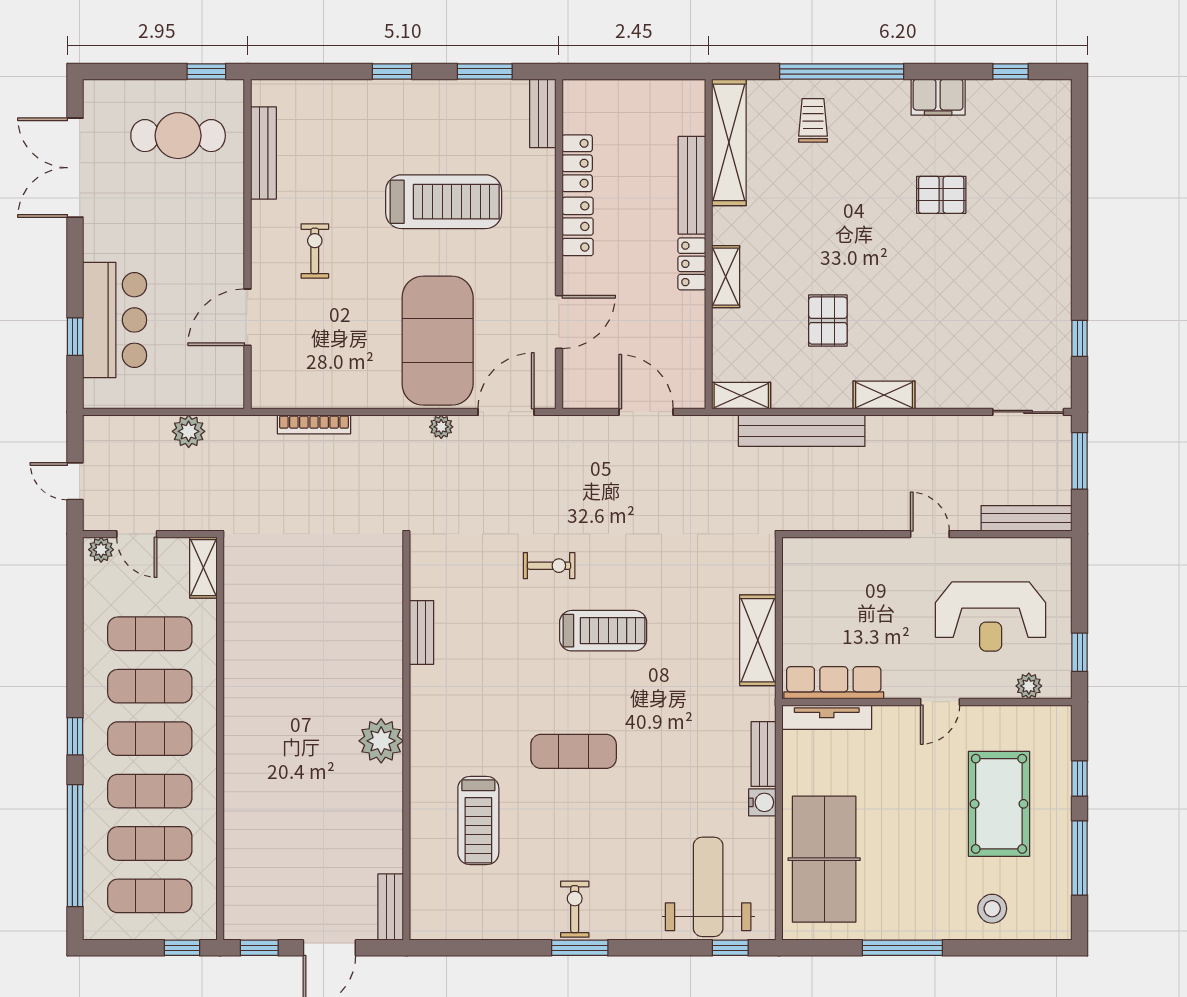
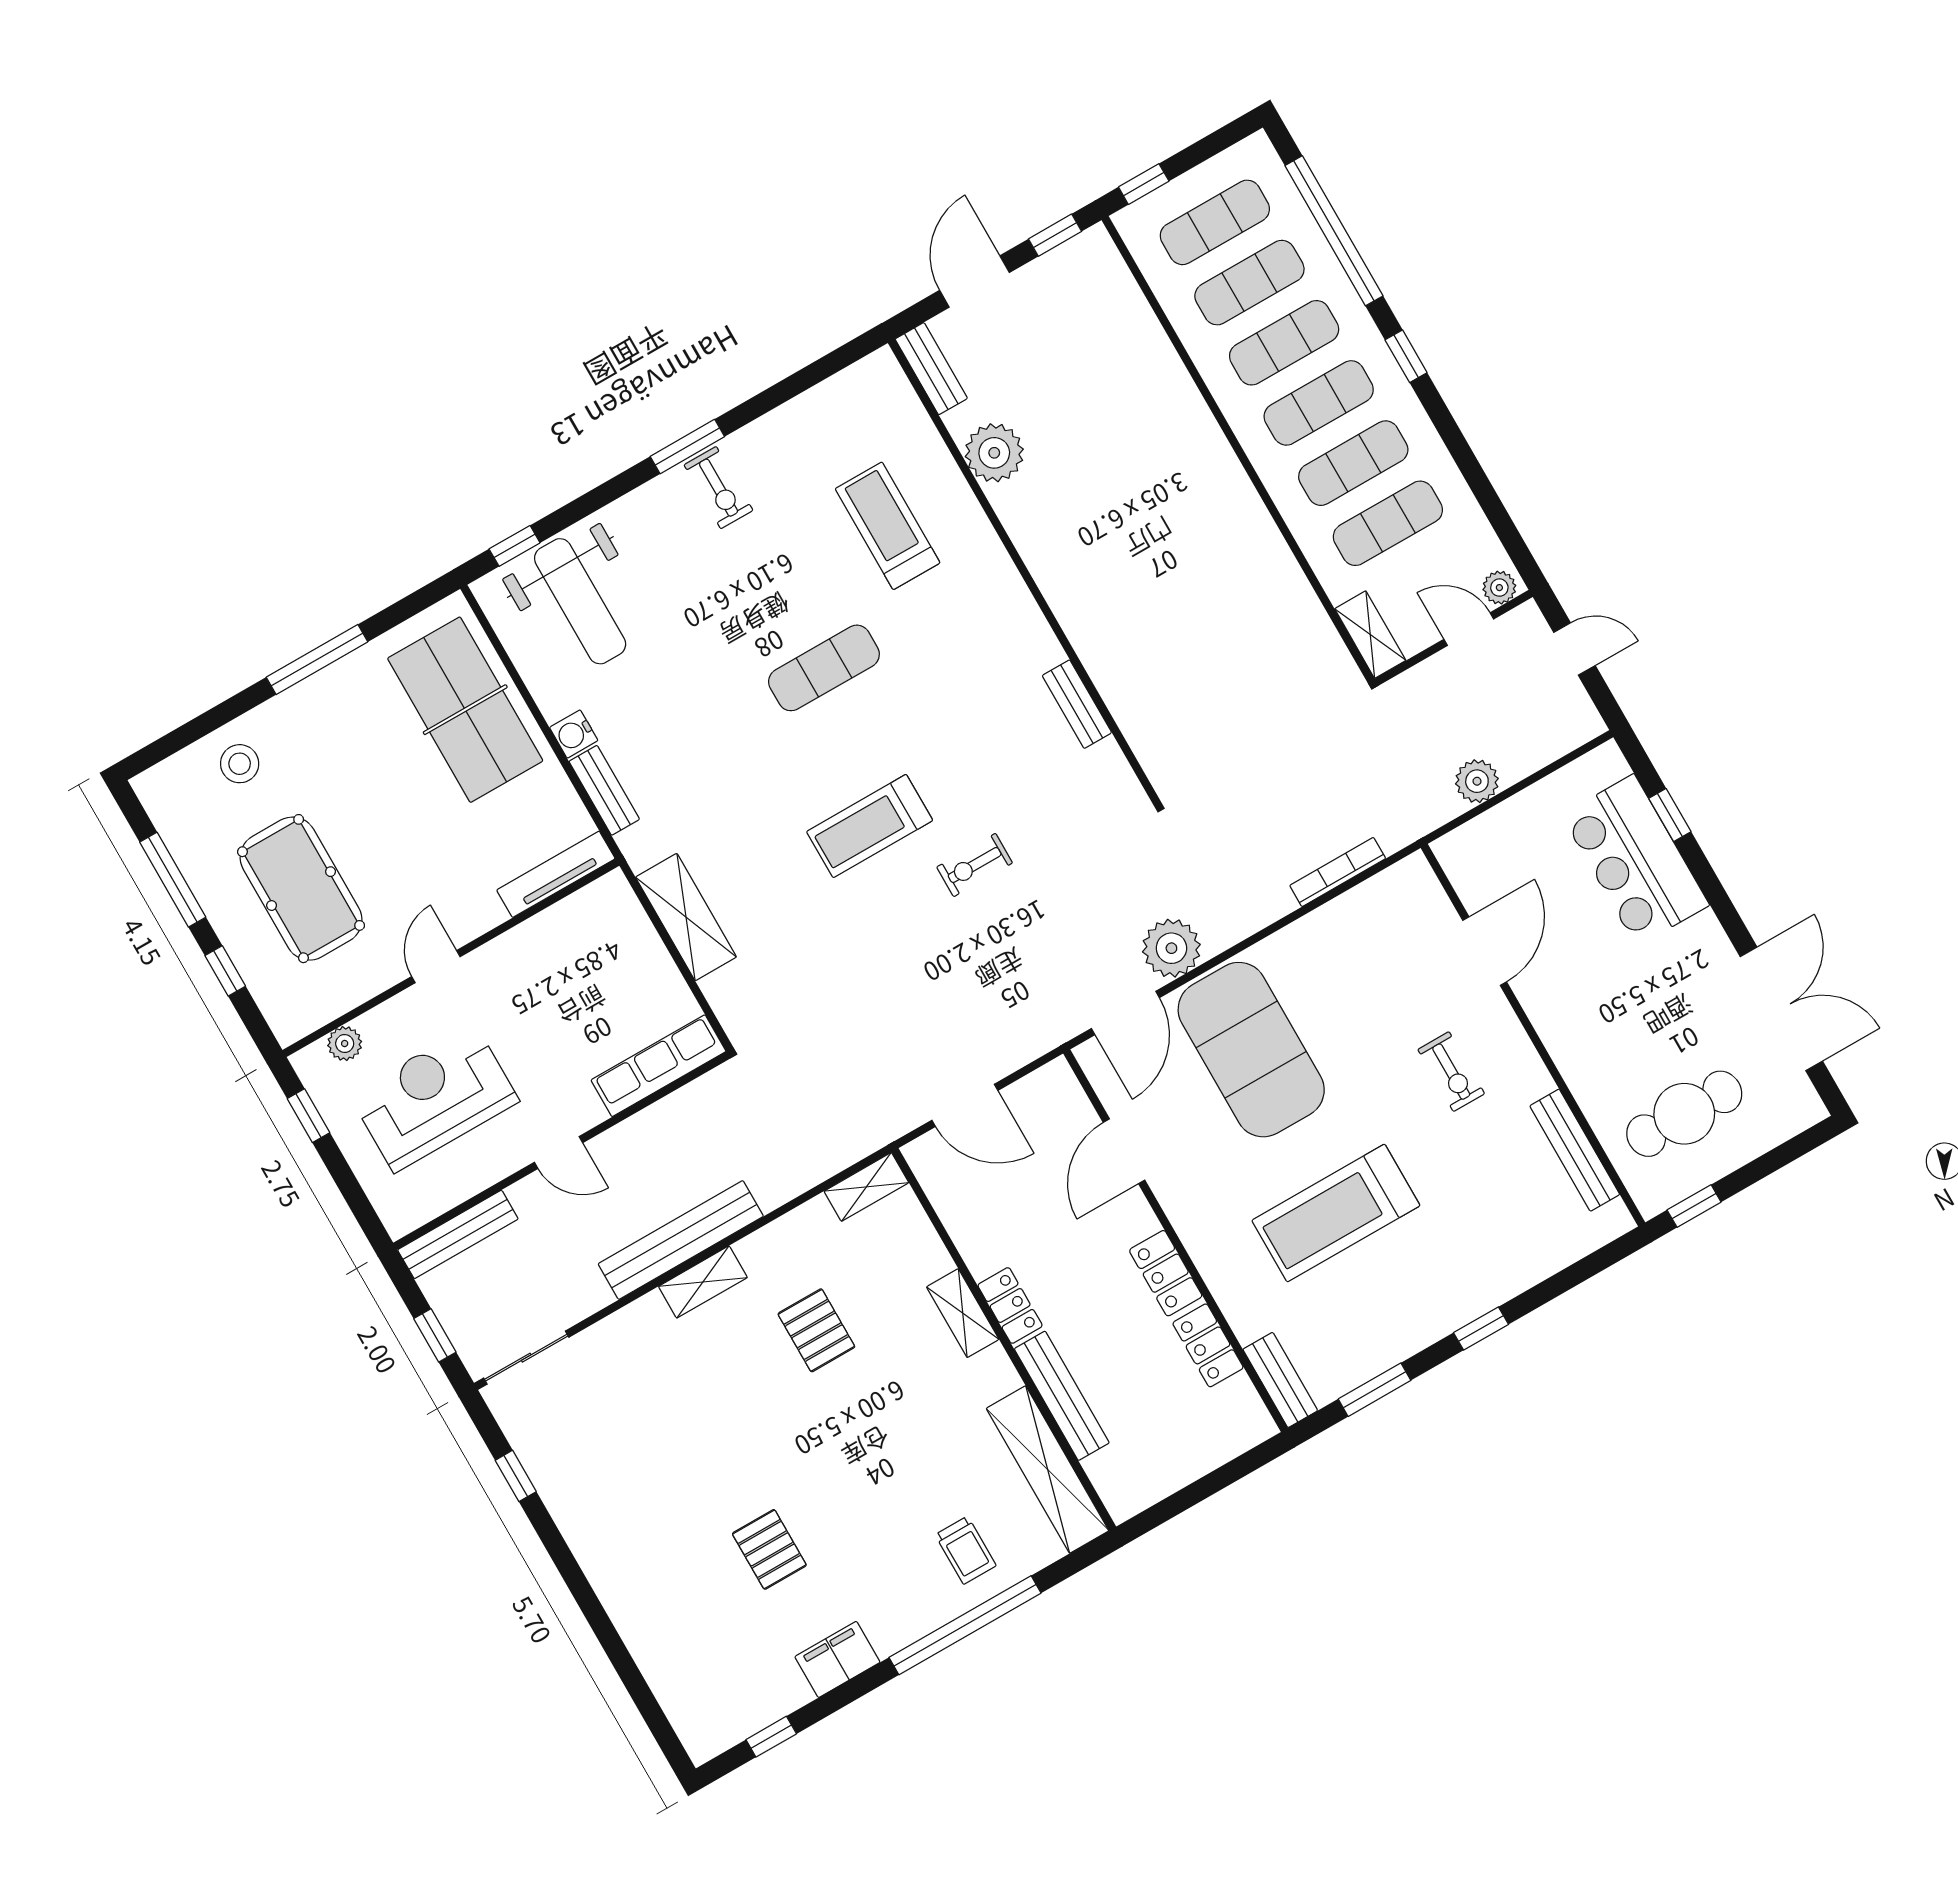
pallet: (941, 195) -> (769, 1549), turned 90
plant: (441, 427) -> (1171, 948), width x1.88, depth x1.88
bench: (802, 431) -> (681, 1240), moved
window: (1080, 461) -> (435, 1335), width x0.67
row of seats: (834, 683) -> (658, 1066), moved, turned 180
plant: (381, 741) -> (994, 453), moved

